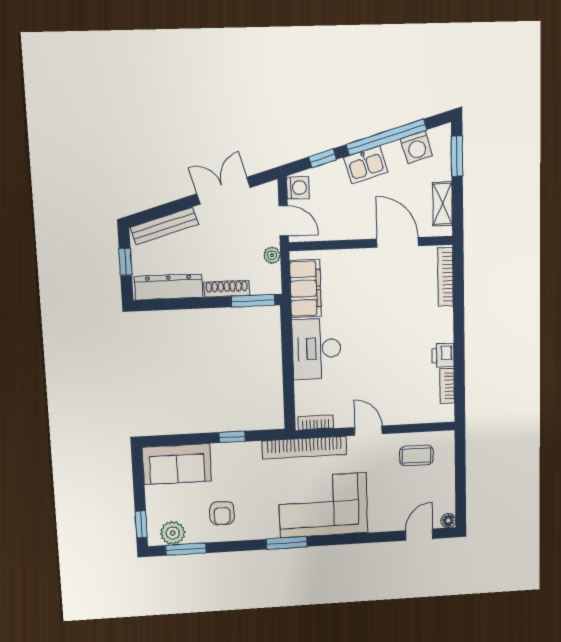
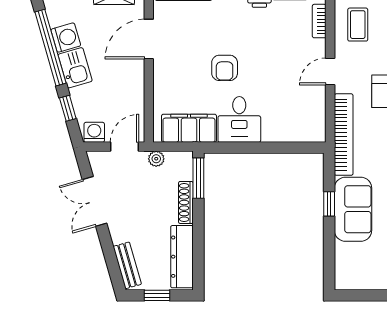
washing machine: (417, 147) -> (66, 38), moved
bench: (164, 226) -> (127, 265), width x0.73
armchair: (369, 323) -> (225, 68), added
desk: (317, 349) -> (239, 119), width x0.73
bookcase: (316, 422) -> (319, 21), moved
sofa: (177, 464) -> (353, 209), moved

